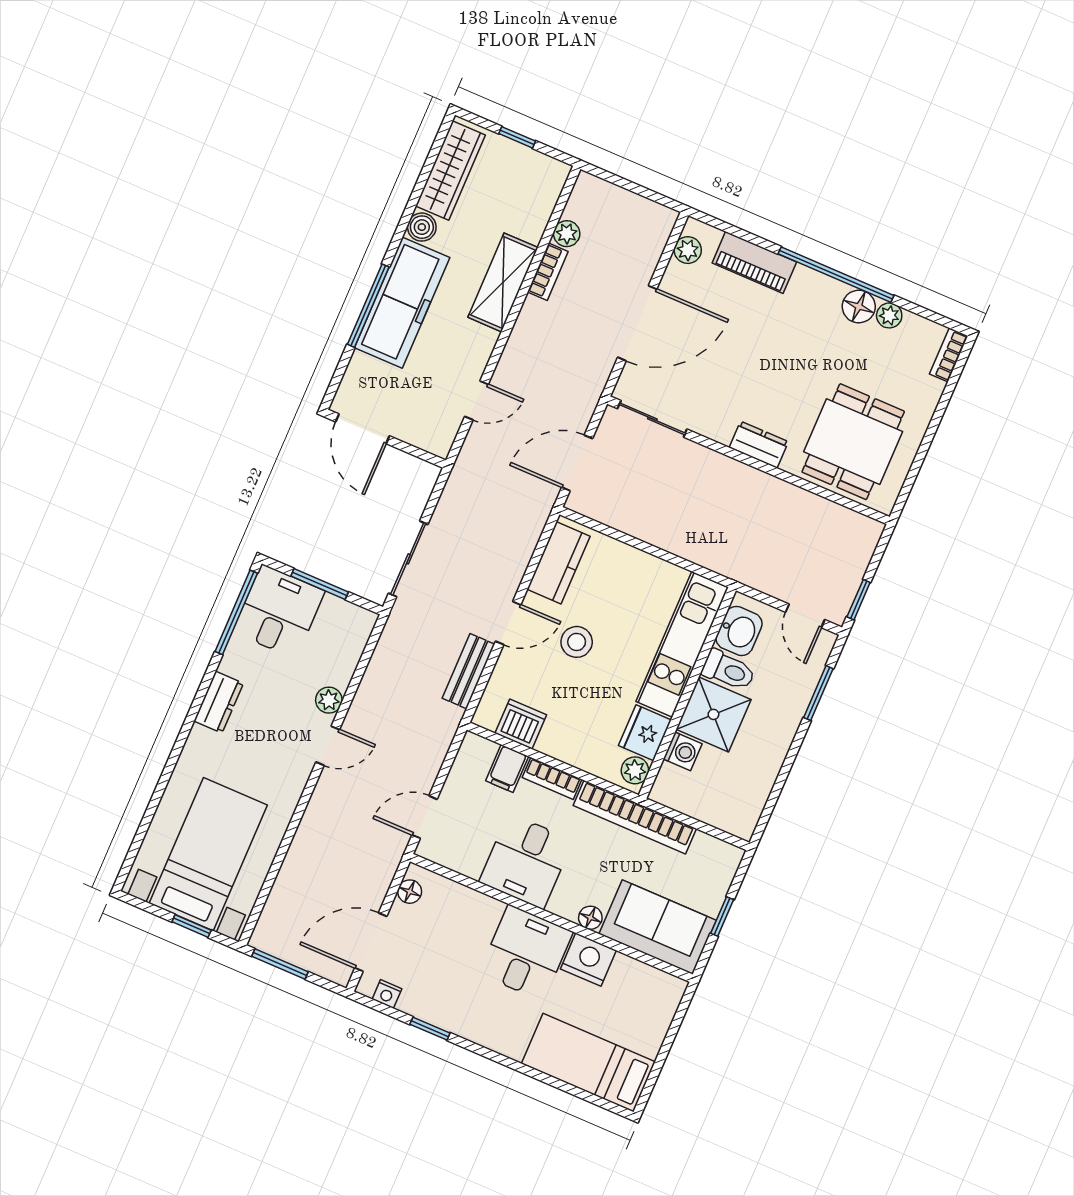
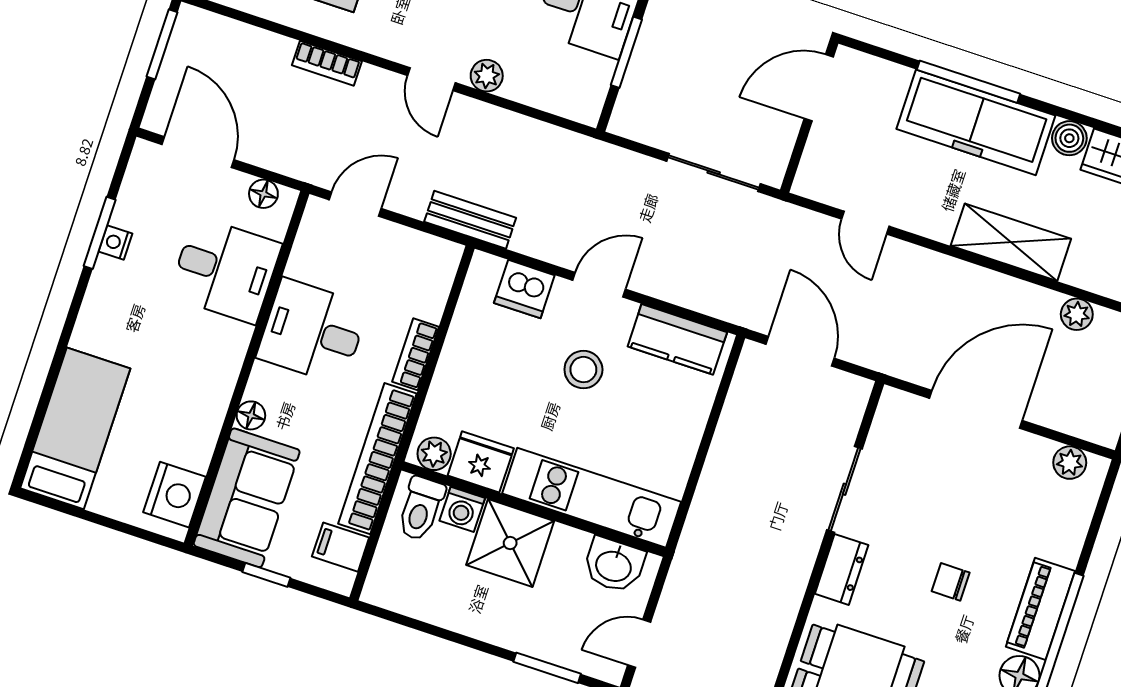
piano: (754, 263) -> (1040, 609), moved
bookcase: (548, 272) -> (327, 63), moved
door: (637, 323) -> (976, 409), swing flipped
chair: (777, 356) -> (951, 582), added
sliding door: (652, 419) -> (844, 489), moved
sliding door: (408, 559) -> (714, 173), moved
door: (508, 623) -> (599, 285), swing flipped
toilet: (728, 670) -> (421, 509), moved
bench: (468, 671) -> (470, 220), moved
dishwasher: (521, 724) -> (524, 289), moved, turned 90
filing cabinet: (507, 769) -> (341, 547), moved
door: (425, 817) -> (355, 204), hinge flipped
desk: (526, 953) -> (225, 270), moved
nightstand: (588, 960) -> (175, 495), moved
nightstand: (387, 994) -> (115, 242), moved
window: (430, 1029) -> (100, 233), width x1.50

